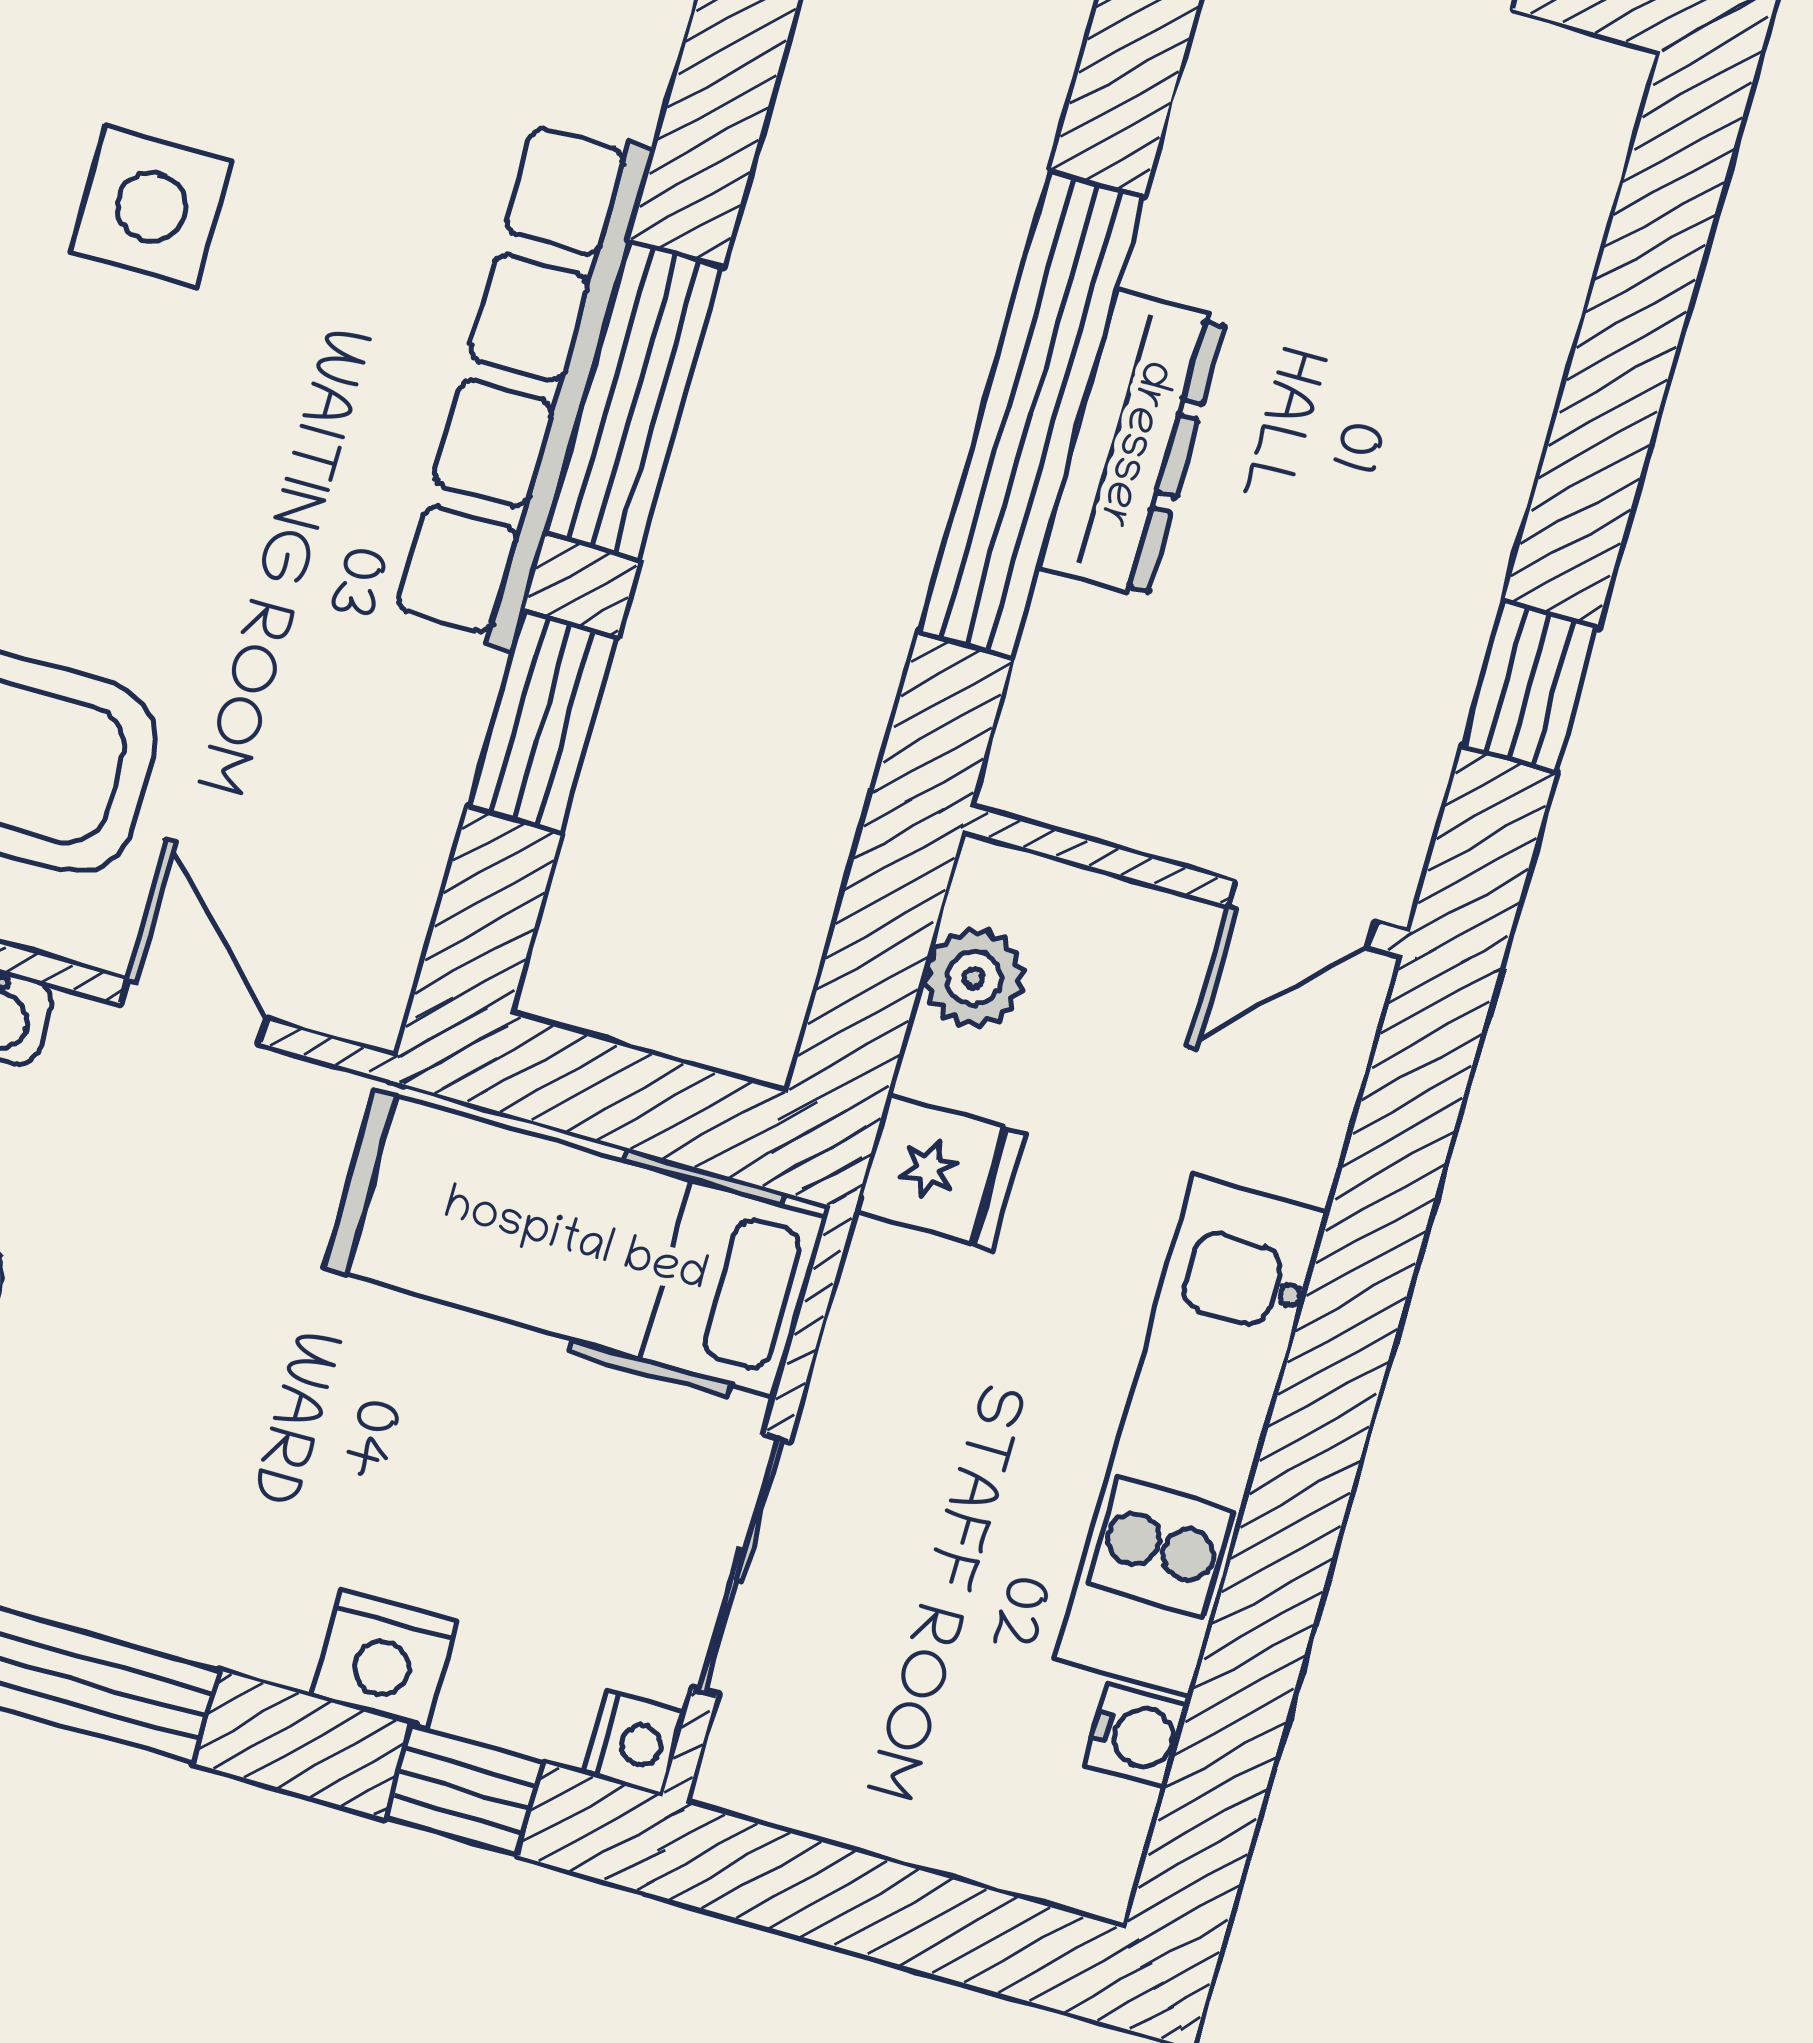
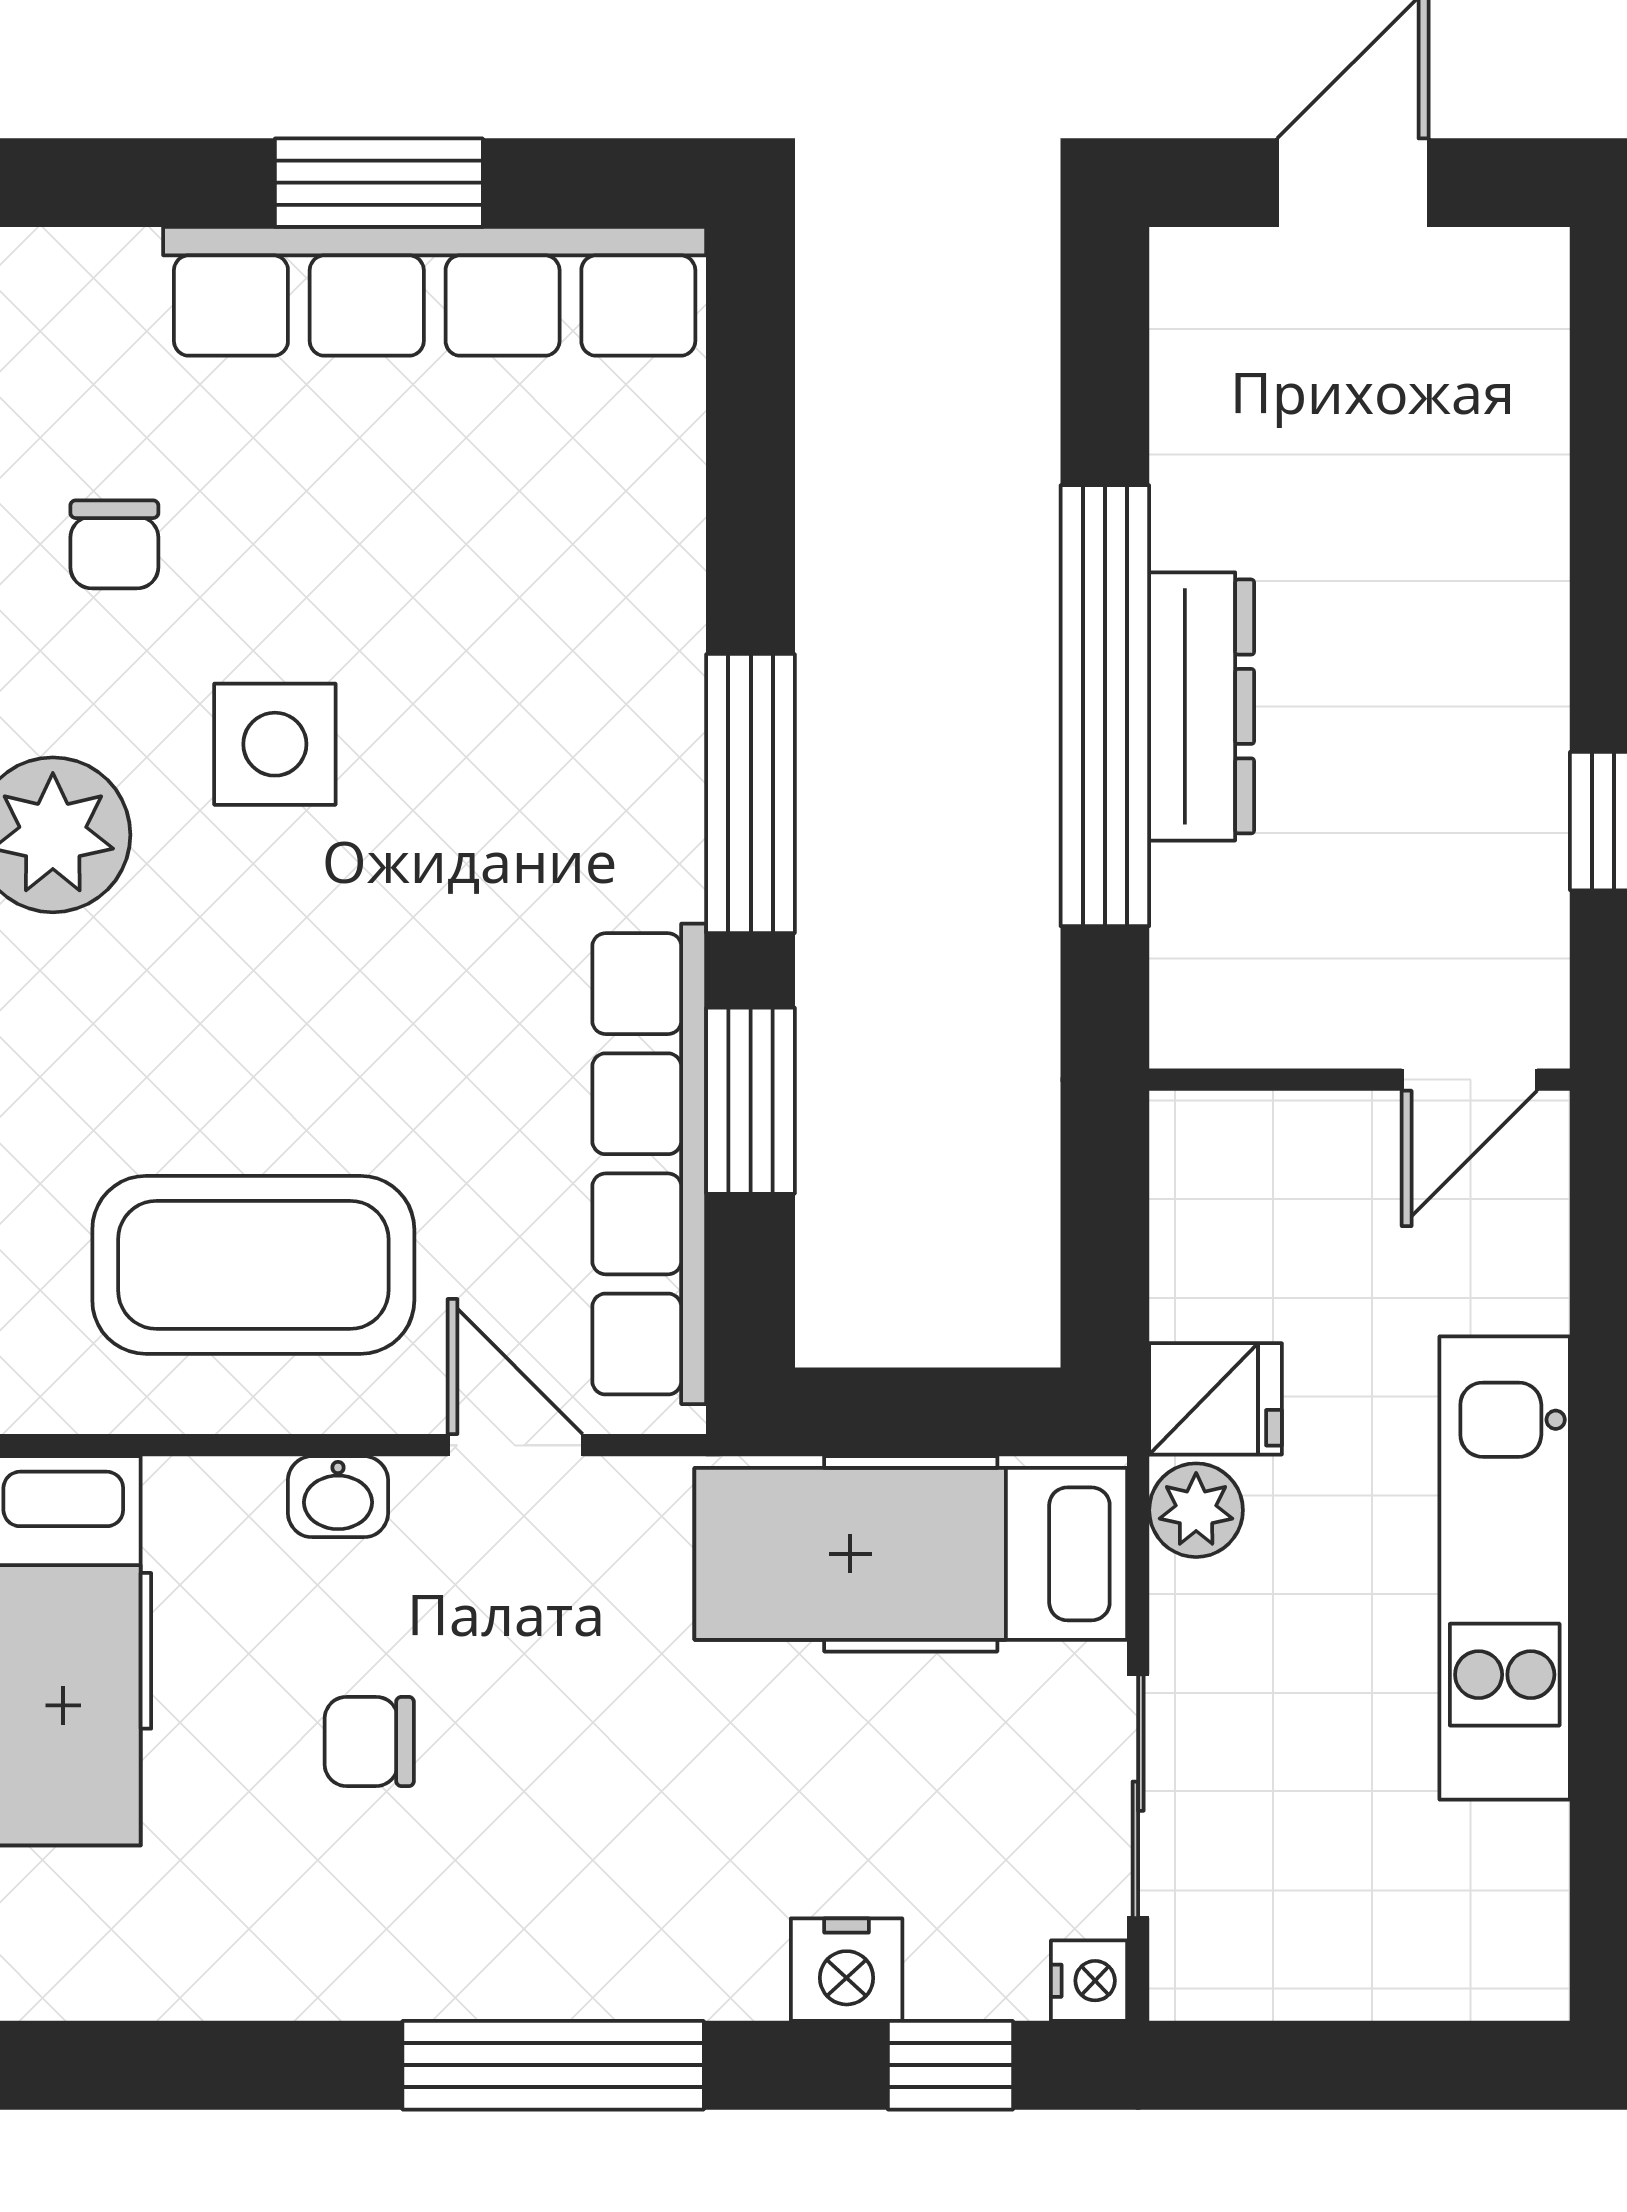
row of seats: (524, 384) -> (649, 1164), moved
plant: (974, 978) -> (1196, 1510), moved
water cooler: (1137, 1736) -> (1531, 1848), removed

